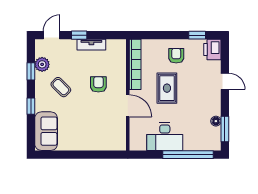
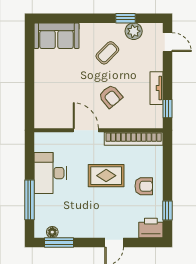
window: (79, 35) -> (167, 109), moved
armchair: (98, 84) -> (111, 96), turned 50
window: (31, 106) -> (85, 18), removed
door: (128, 106) -> (86, 130), swing flipped
floor lamp: (216, 121) -> (52, 232), moved
window: (188, 155) -> (29, 200), width x0.68

